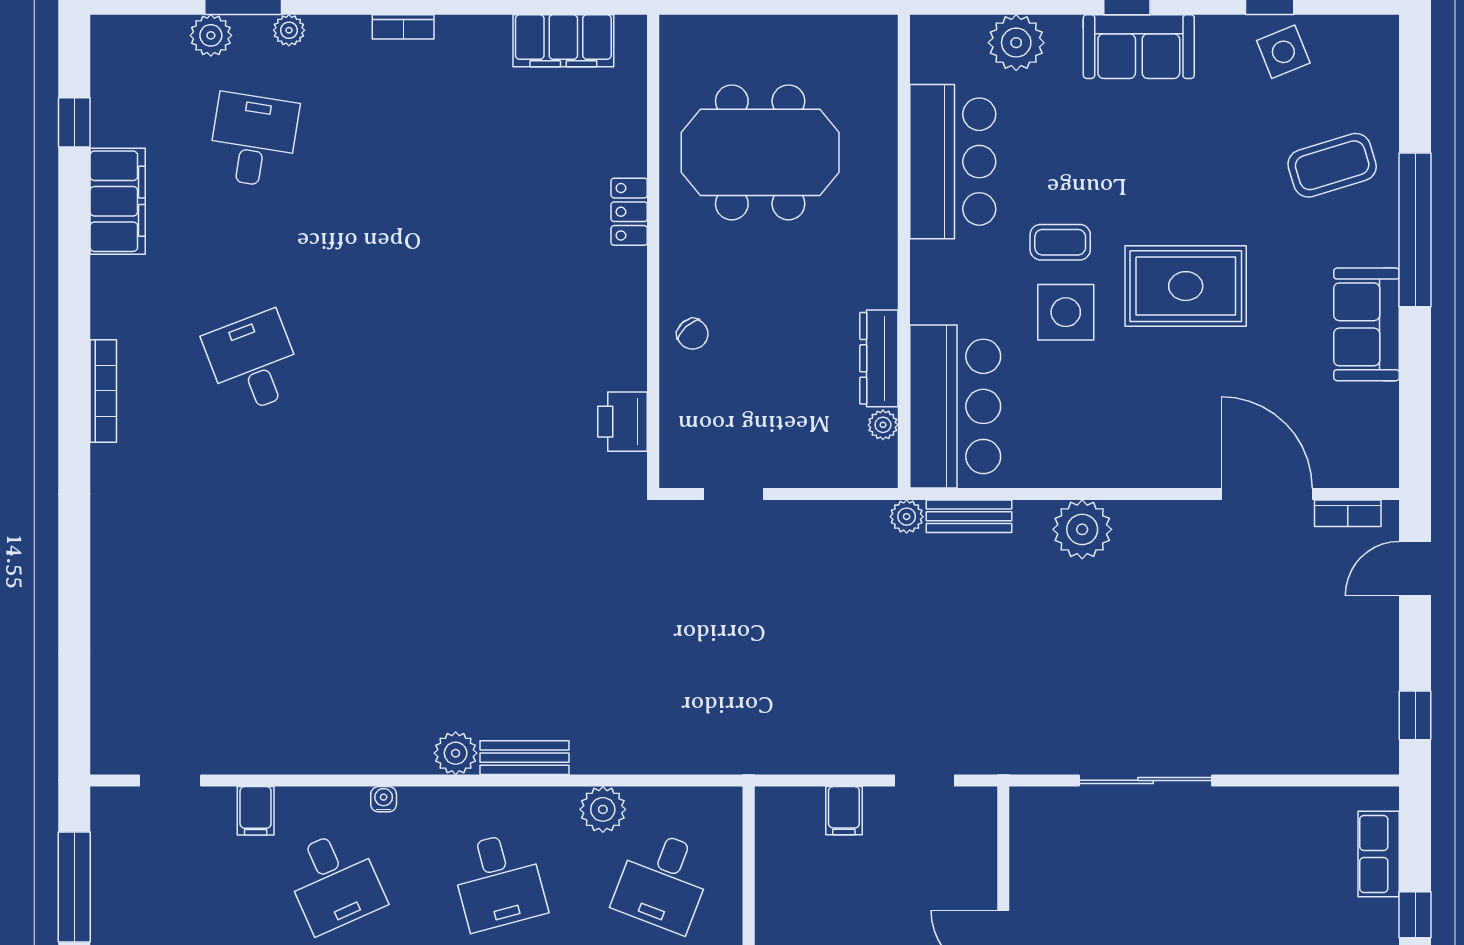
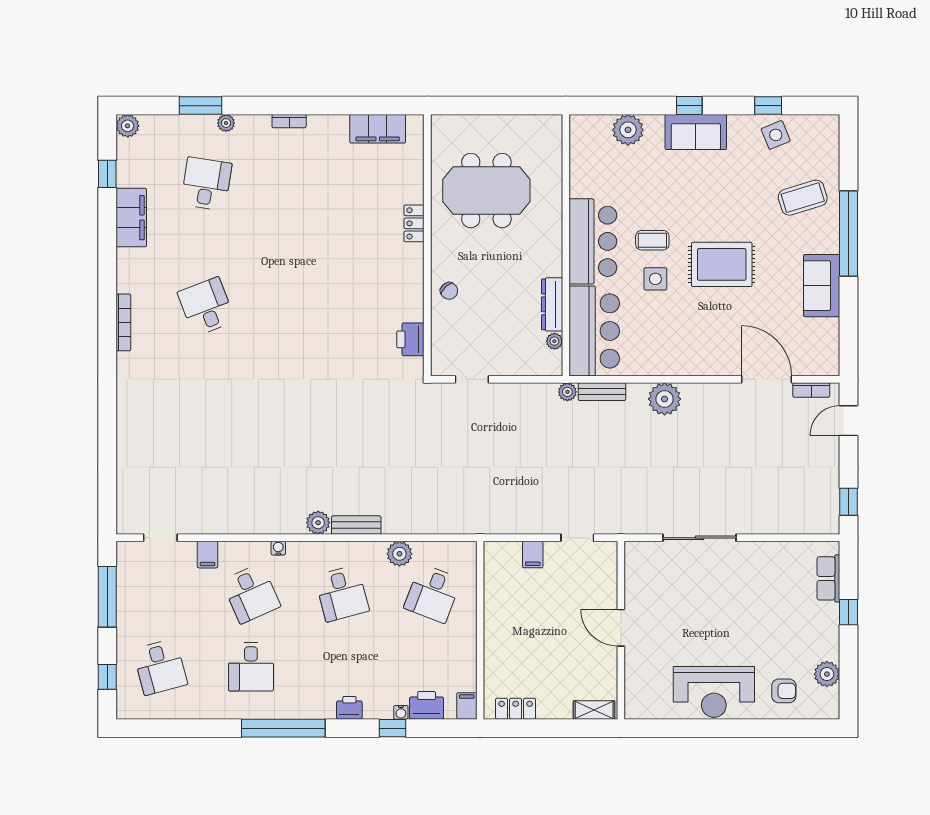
plant: (211, 35) -> (128, 126), moved
bar counter: (953, 162) -> (593, 241), moved
side table: (1066, 312) -> (655, 279), width x0.73, depth x0.73

